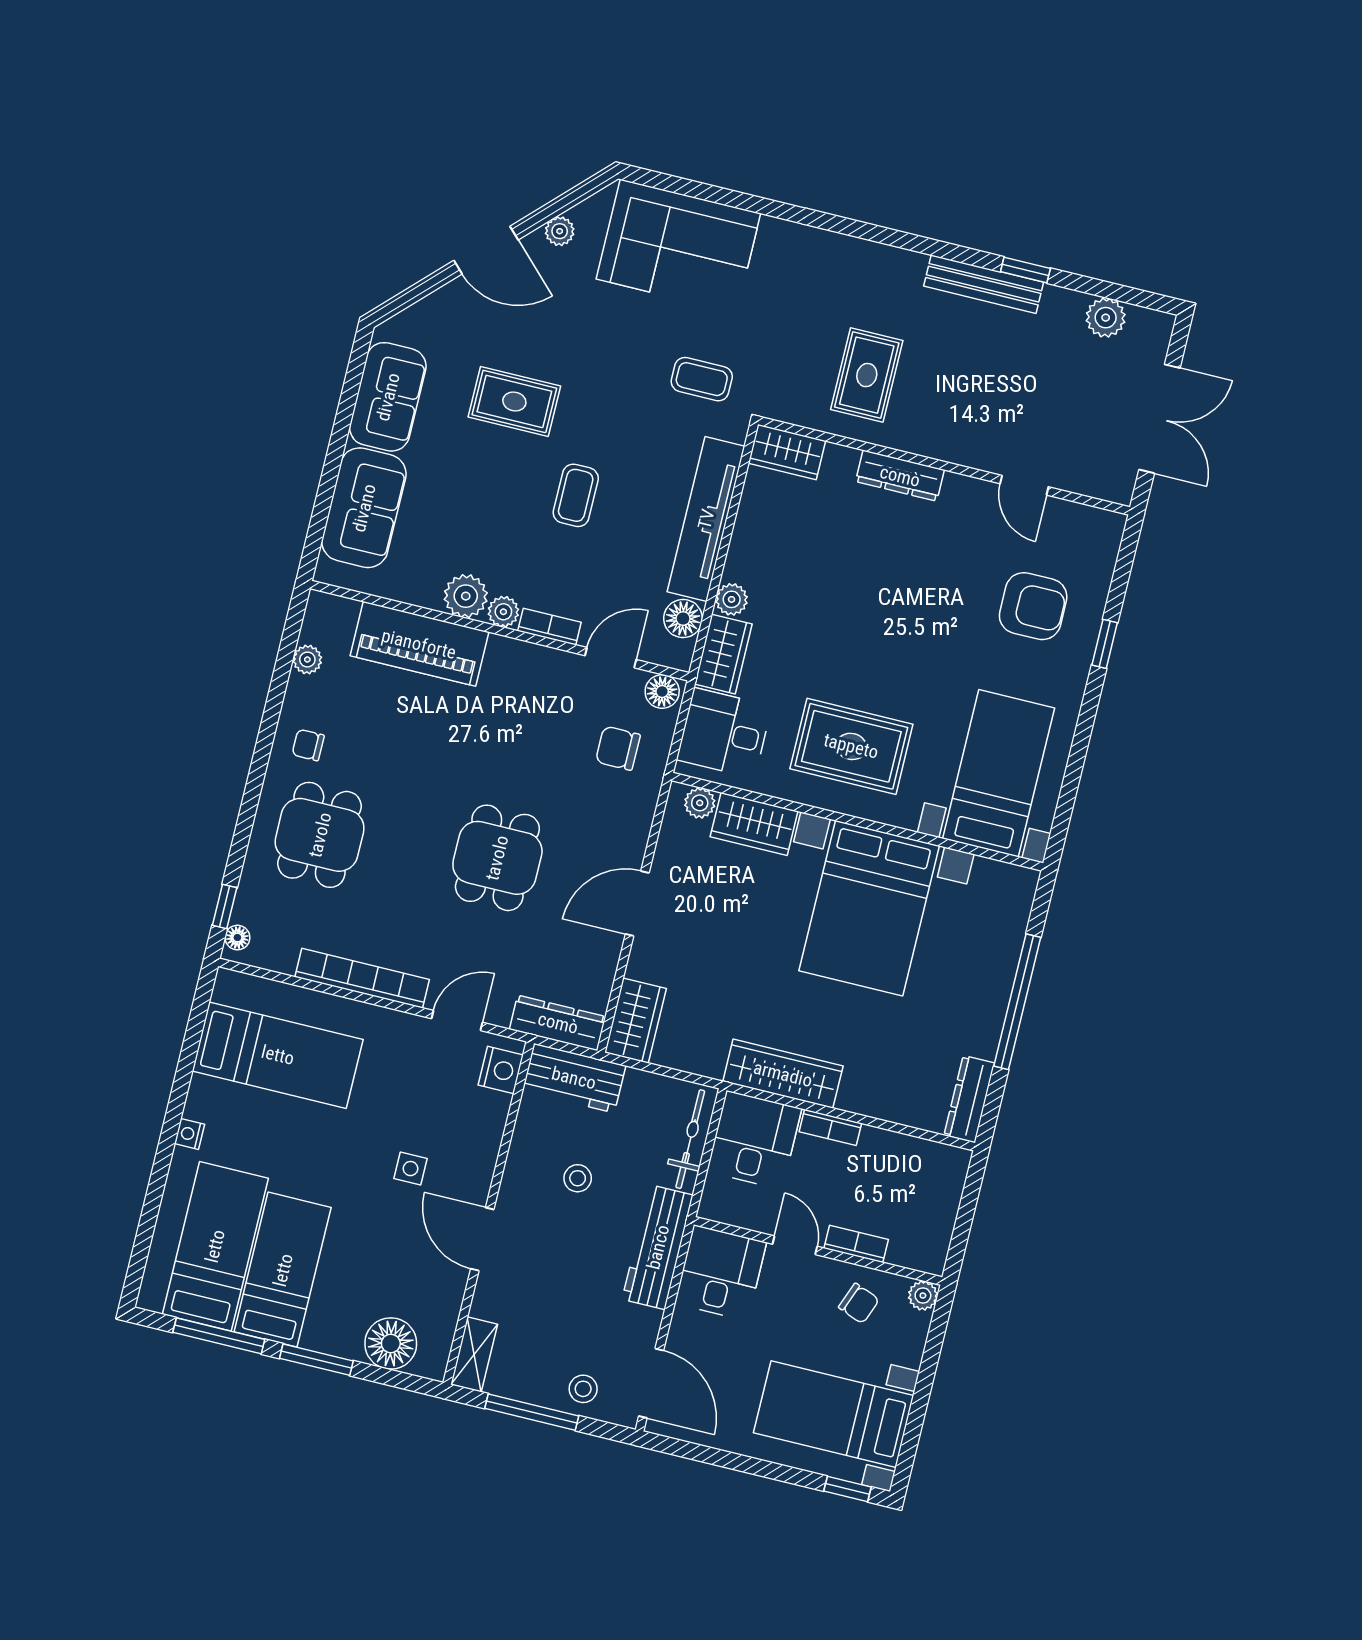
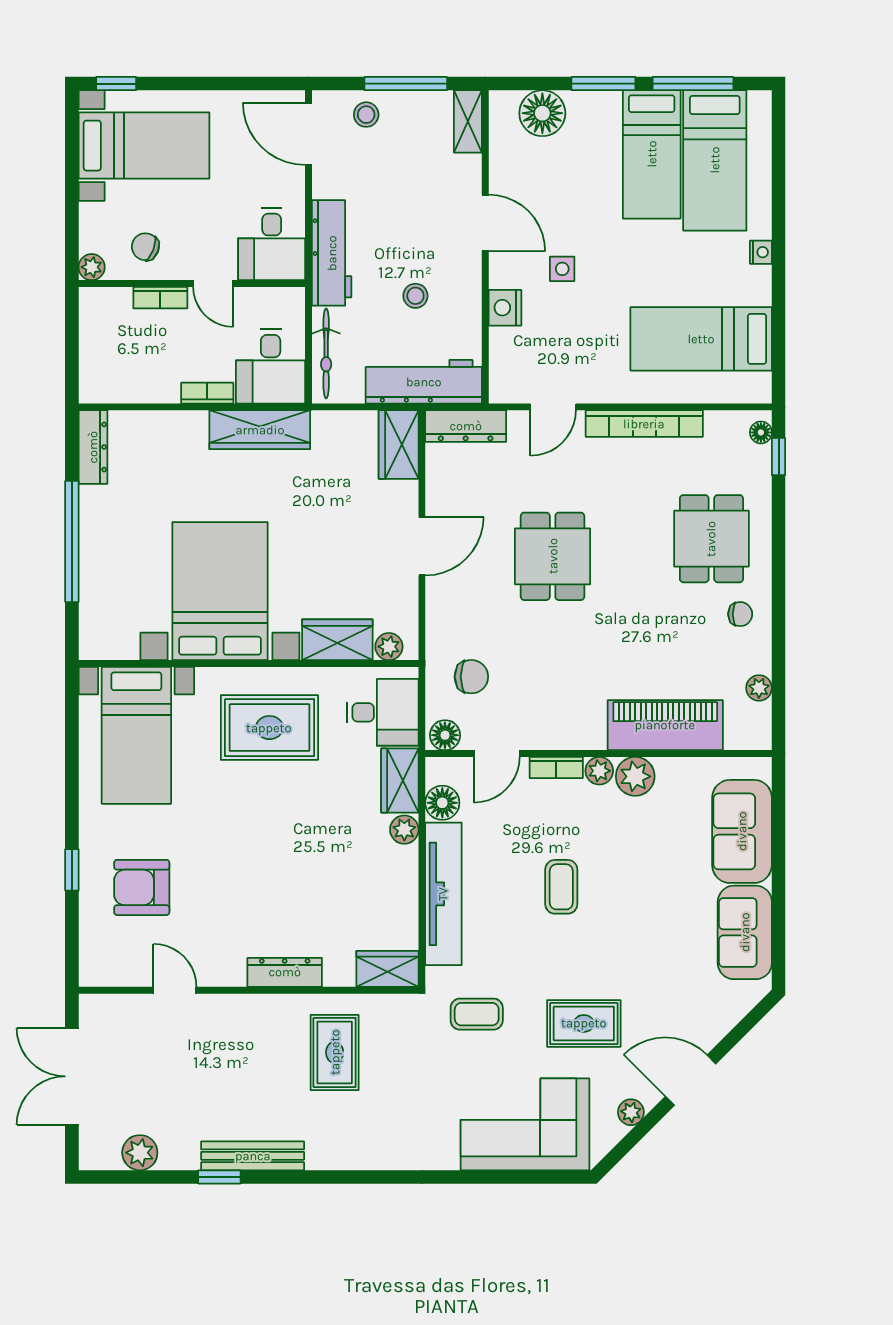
rug: (514, 402) -> (584, 1023), moved
nightstand: (501, 1070) -> (505, 308), moved
workbench: (574, 1078) -> (424, 382), width x1.38

